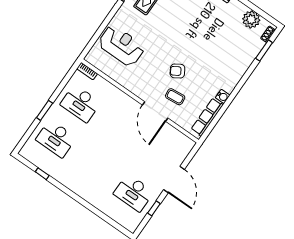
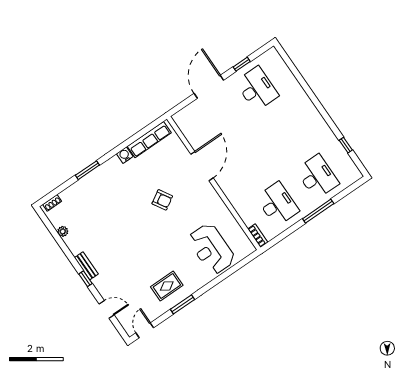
plant: (251, 20) -> (63, 231), width x0.53, depth x0.53
window: (264, 50) -> (87, 170), moved
coffee table: (175, 97) -> (175, 174), removed
window: (45, 110) -> (318, 211), width x1.44

